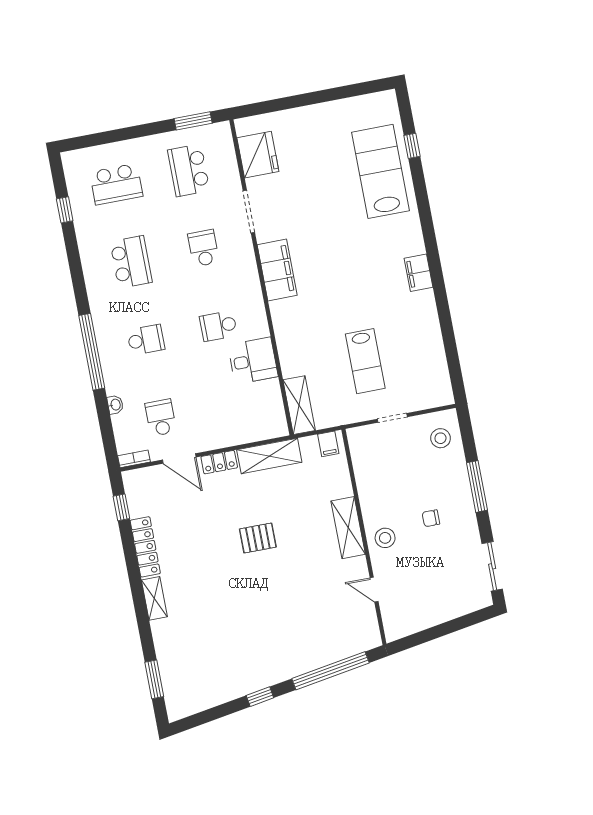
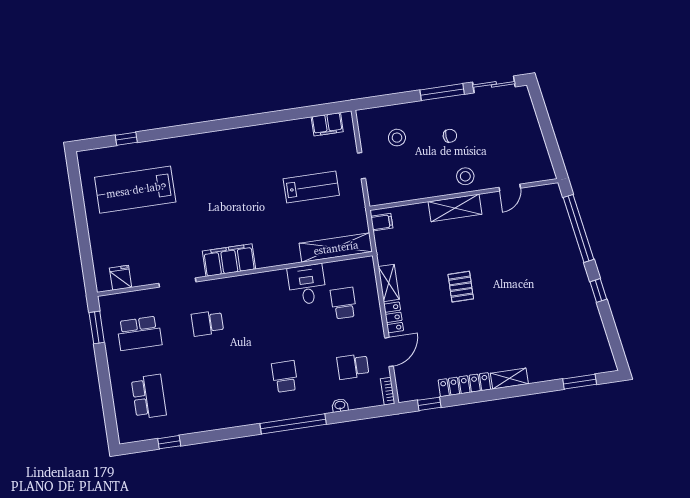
fridge: (258, 155) -> (121, 278), width x0.53, depth x0.75
lab bench: (381, 171) -> (135, 190), moved
school desk: (131, 262) -> (217, 387), removed
filing cabinet: (419, 273) -> (327, 124), moved
school desk: (218, 326) -> (343, 303), moved, turned 180
shelving: (299, 405) -> (336, 248), width x1.47
stool: (440, 438) -> (397, 138), moved
shelving: (269, 456) -> (389, 283), width x0.67, depth x0.75
window: (477, 486) -> (442, 92), moved
chair: (431, 518) -> (450, 136), turned -94

